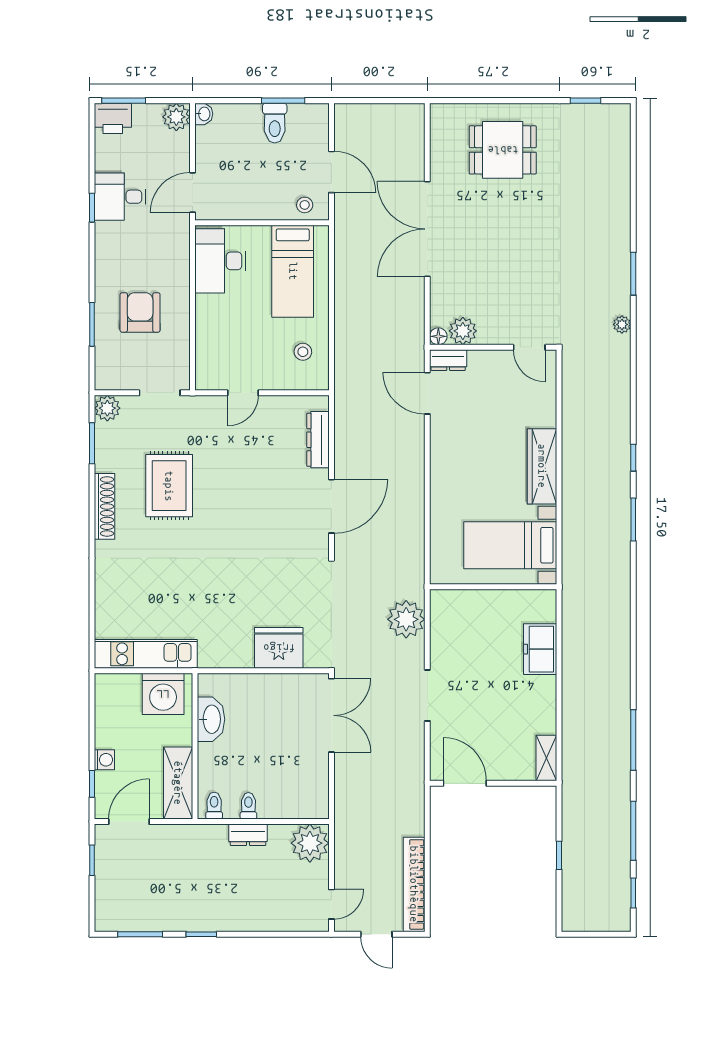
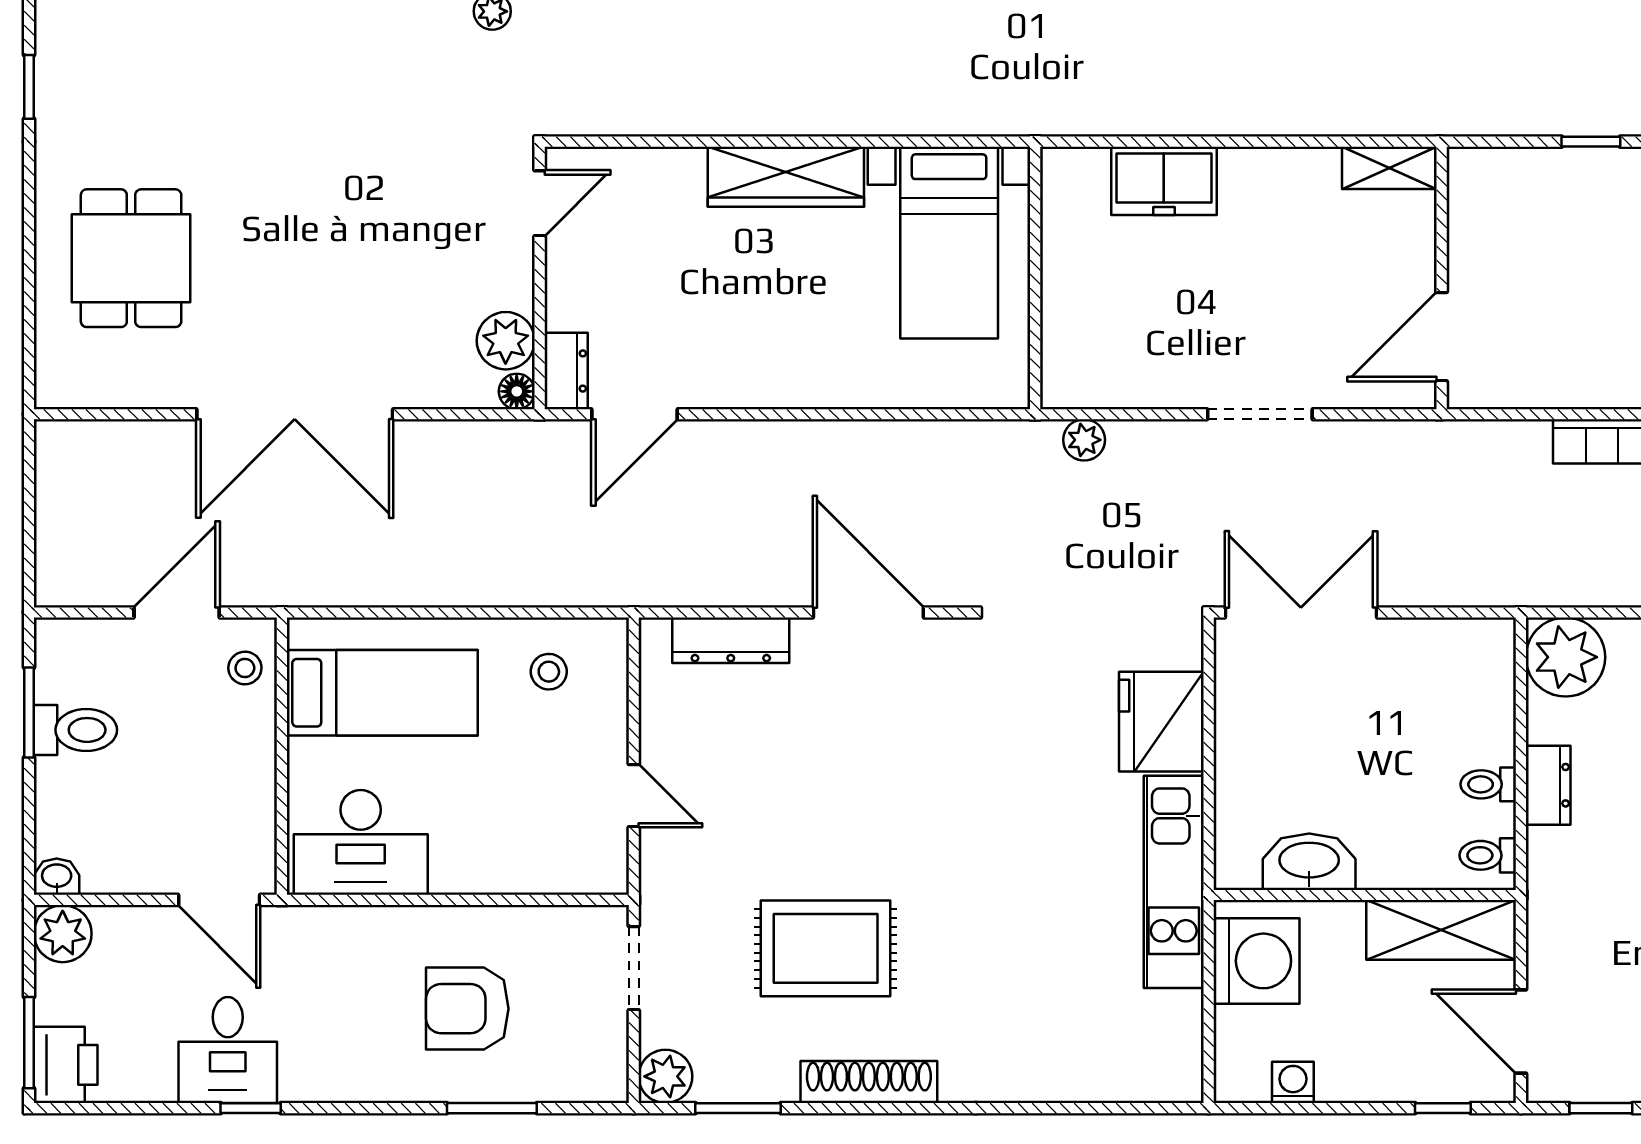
plant: (406, 619) -> (1084, 440), width x0.53, depth x0.53
kitchen unit: (146, 654) -> (1174, 882), moved
washing machine: (104, 760) -> (1293, 1082), moved

